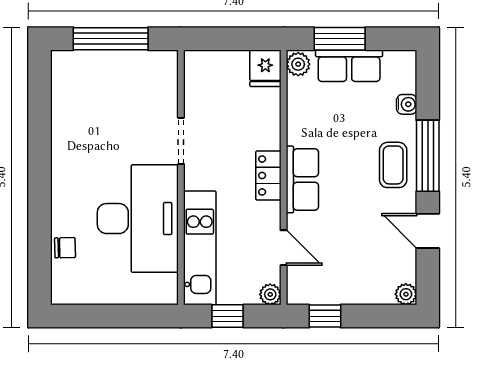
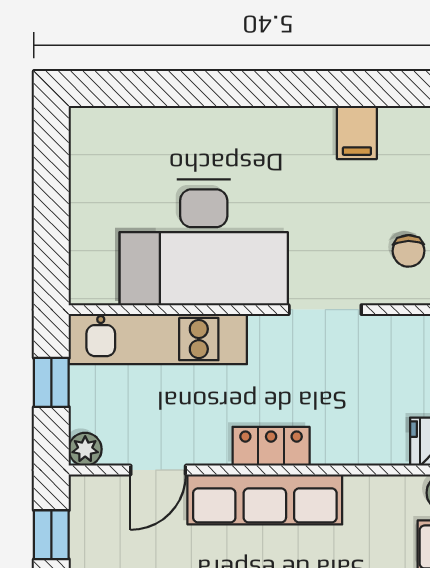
filing cabinet: (68, 121) -> (357, 132), added
row of seats: (302, 179) -> (265, 499), width x1.48
chair: (65, 248) -> (409, 251), moved

